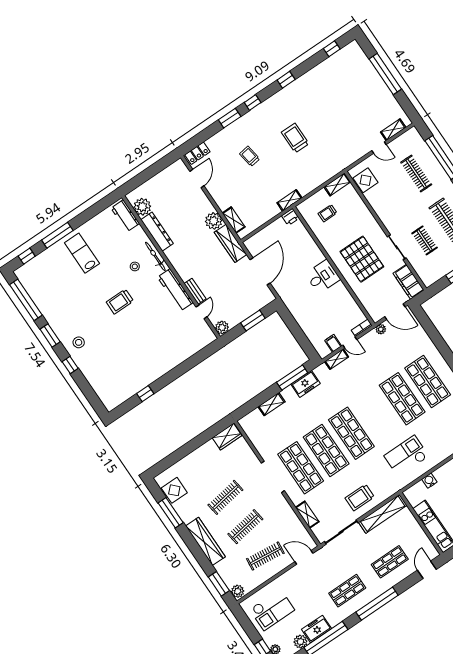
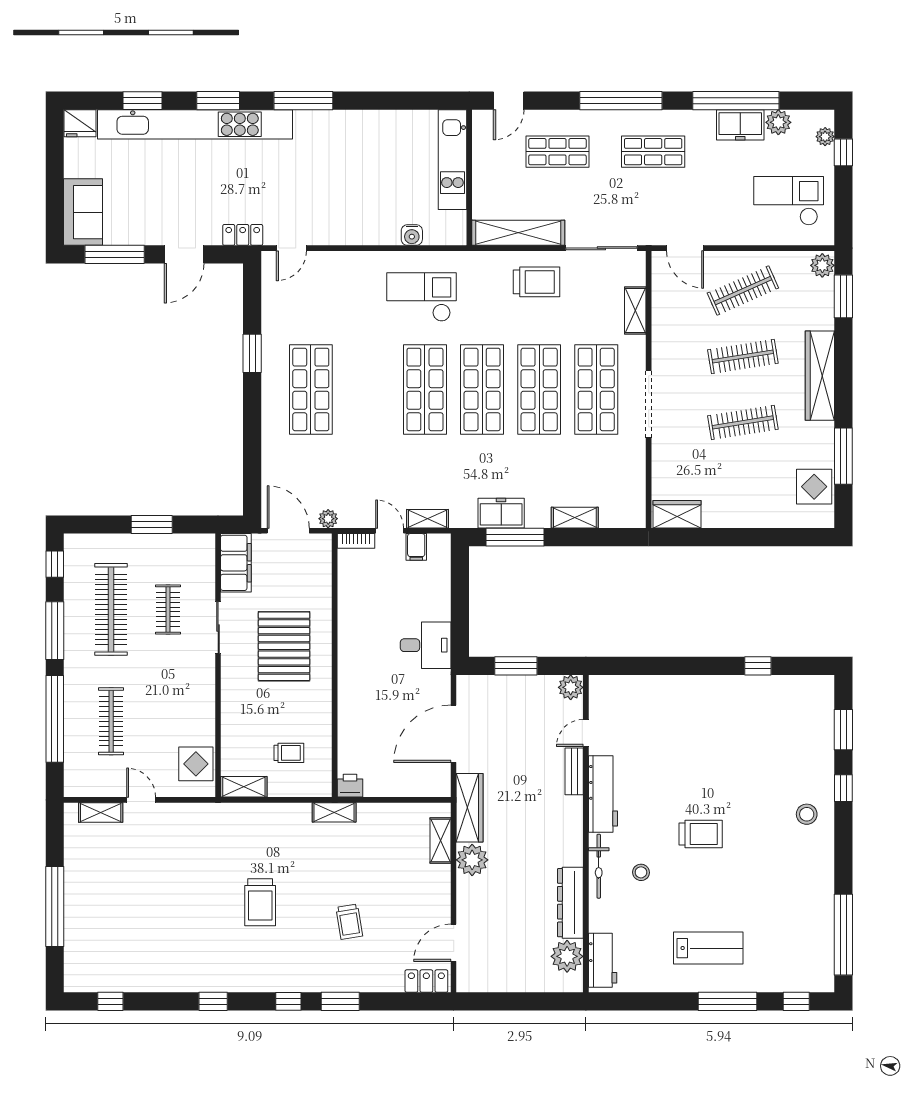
lab bench: (82, 253) -> (708, 948), turned -90
desk: (323, 277) -> (426, 645), moved, turned 180
window: (50, 335) -> (843, 730), moved
shop shelf: (402, 399) -> (425, 389), moved
checkout: (406, 456) -> (421, 297), turned 180
clothes rail: (265, 556) -> (743, 291), turned -30

